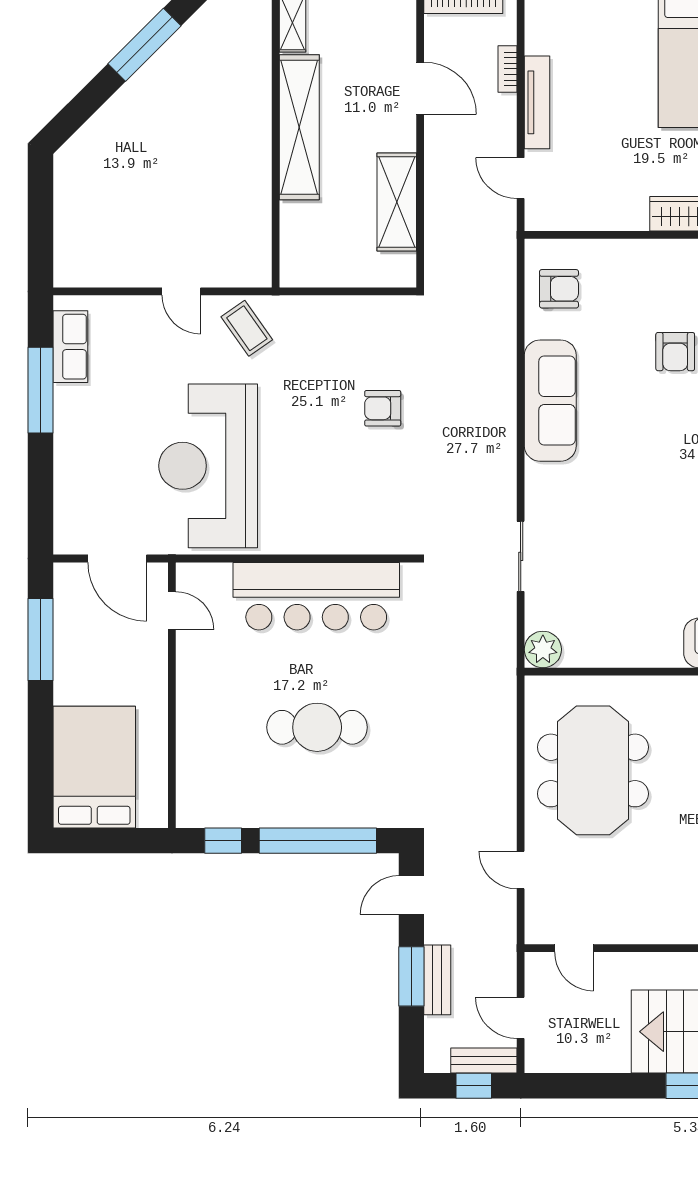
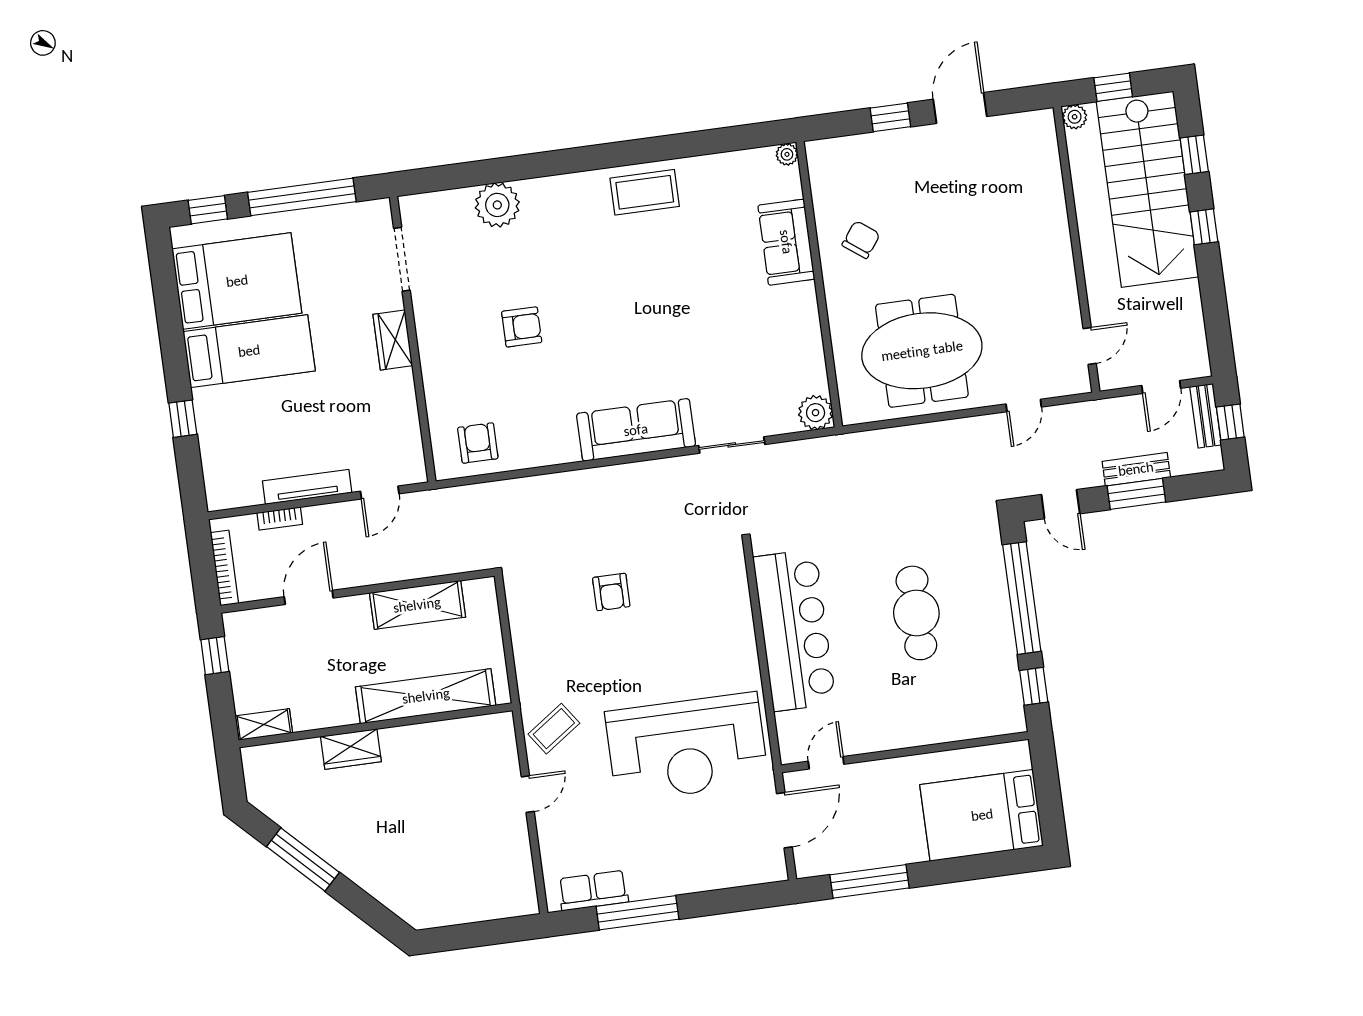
wardrobe: (254, 111) -> (351, 749), added
shelving: (299, 127) -> (426, 696), moved
sofa: (550, 401) -> (636, 430), moved

